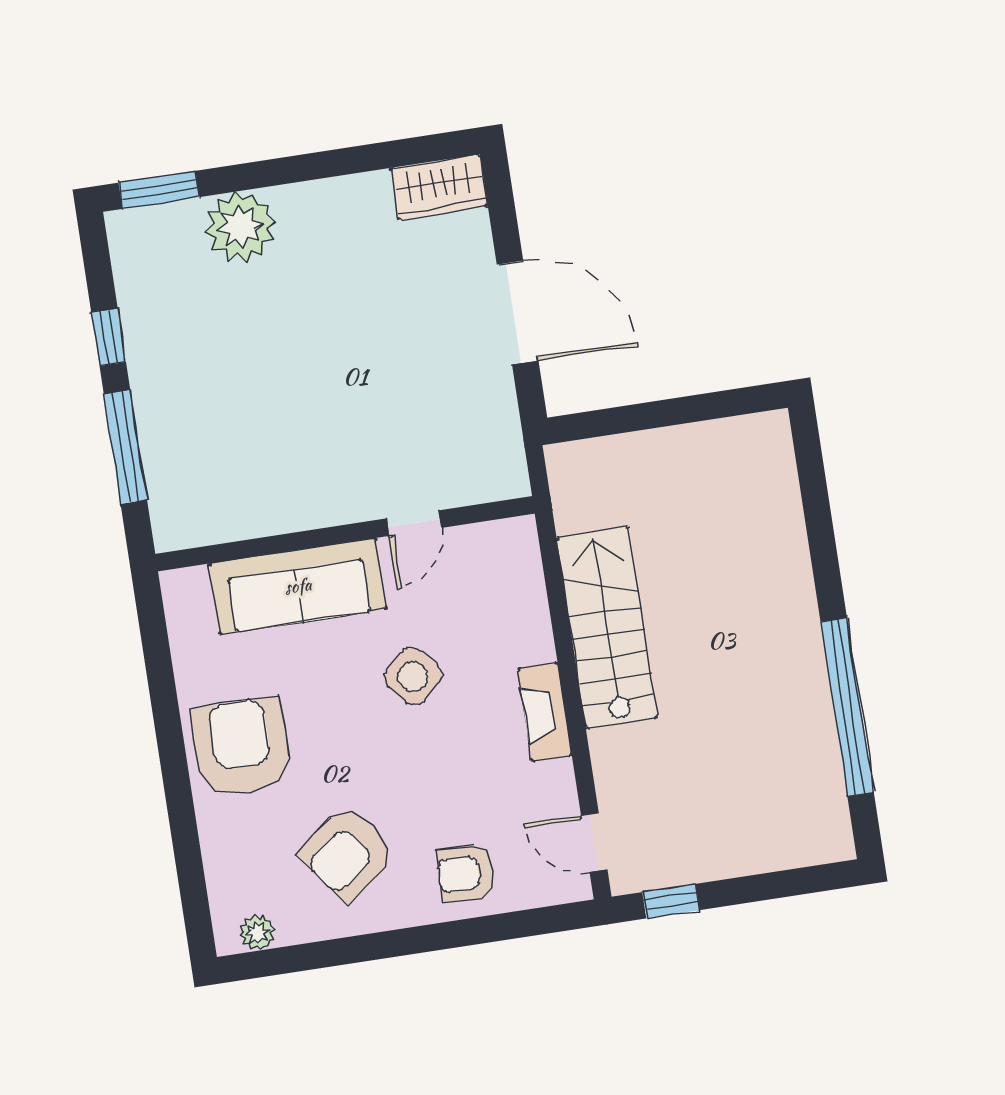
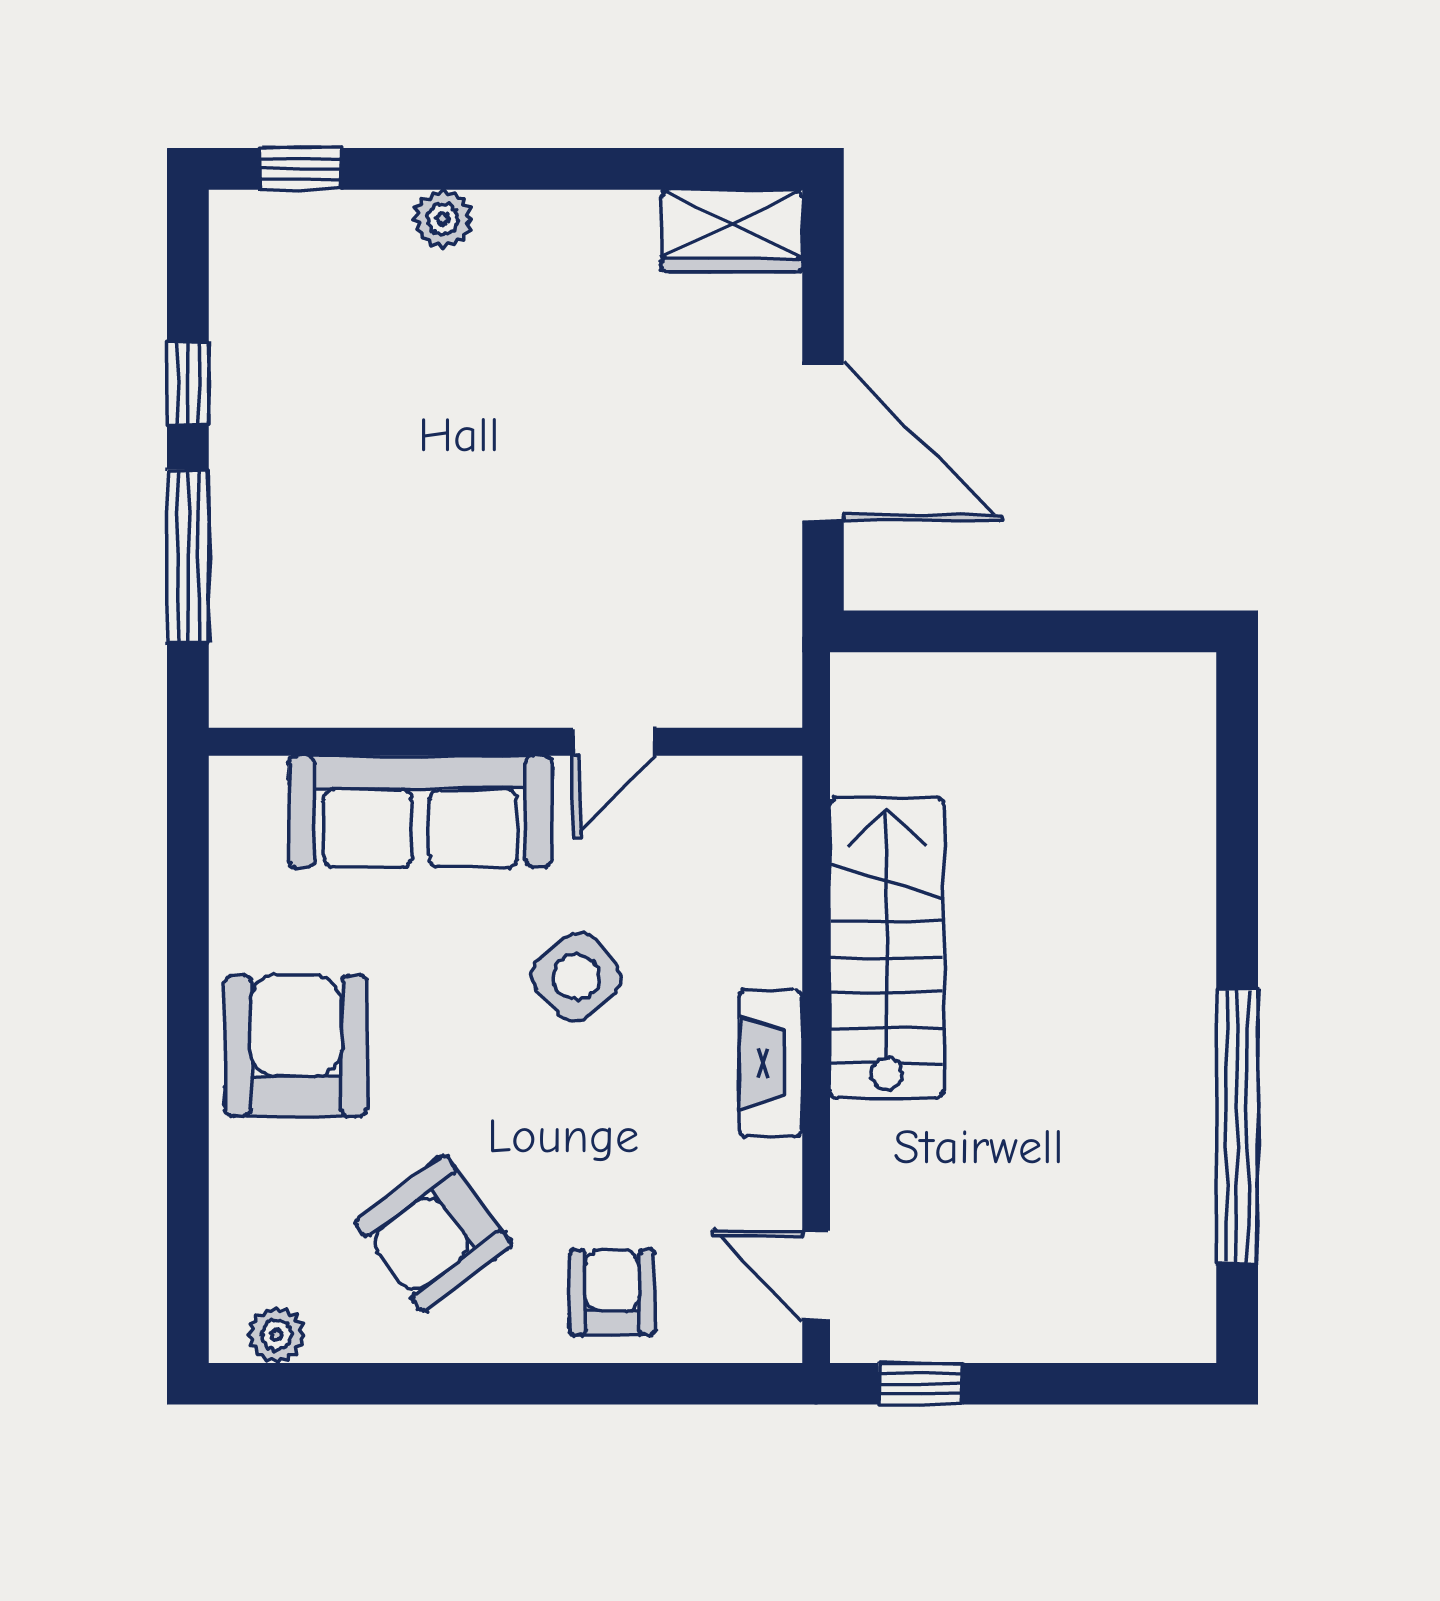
window: (159, 190) -> (300, 169), width x0.67
plant: (241, 227) -> (443, 219), width x0.53, depth x0.53
armchair: (466, 873) -> (612, 1293), turned 90

